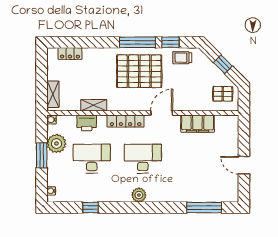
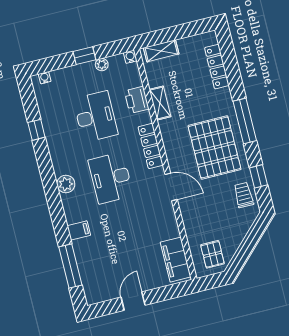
window: (137, 42) -> (245, 121), moved
locker: (70, 54) -> (217, 67), width x1.53
window: (223, 64) -> (248, 246), removed
filing cabinet: (197, 124) -> (176, 260), moved
plant: (56, 144) -> (102, 65), width x0.53, depth x0.53
window: (42, 155) -> (84, 56), width x0.67
desk: (143, 159) -> (111, 178), turned 180
filing cabinet: (178, 194) -> (79, 230), added

